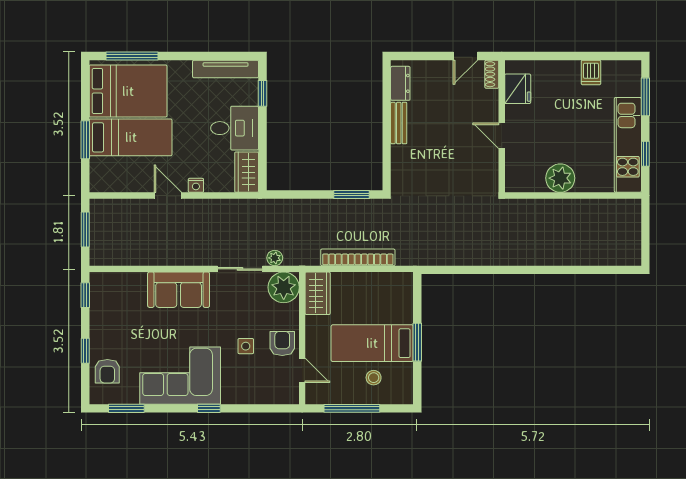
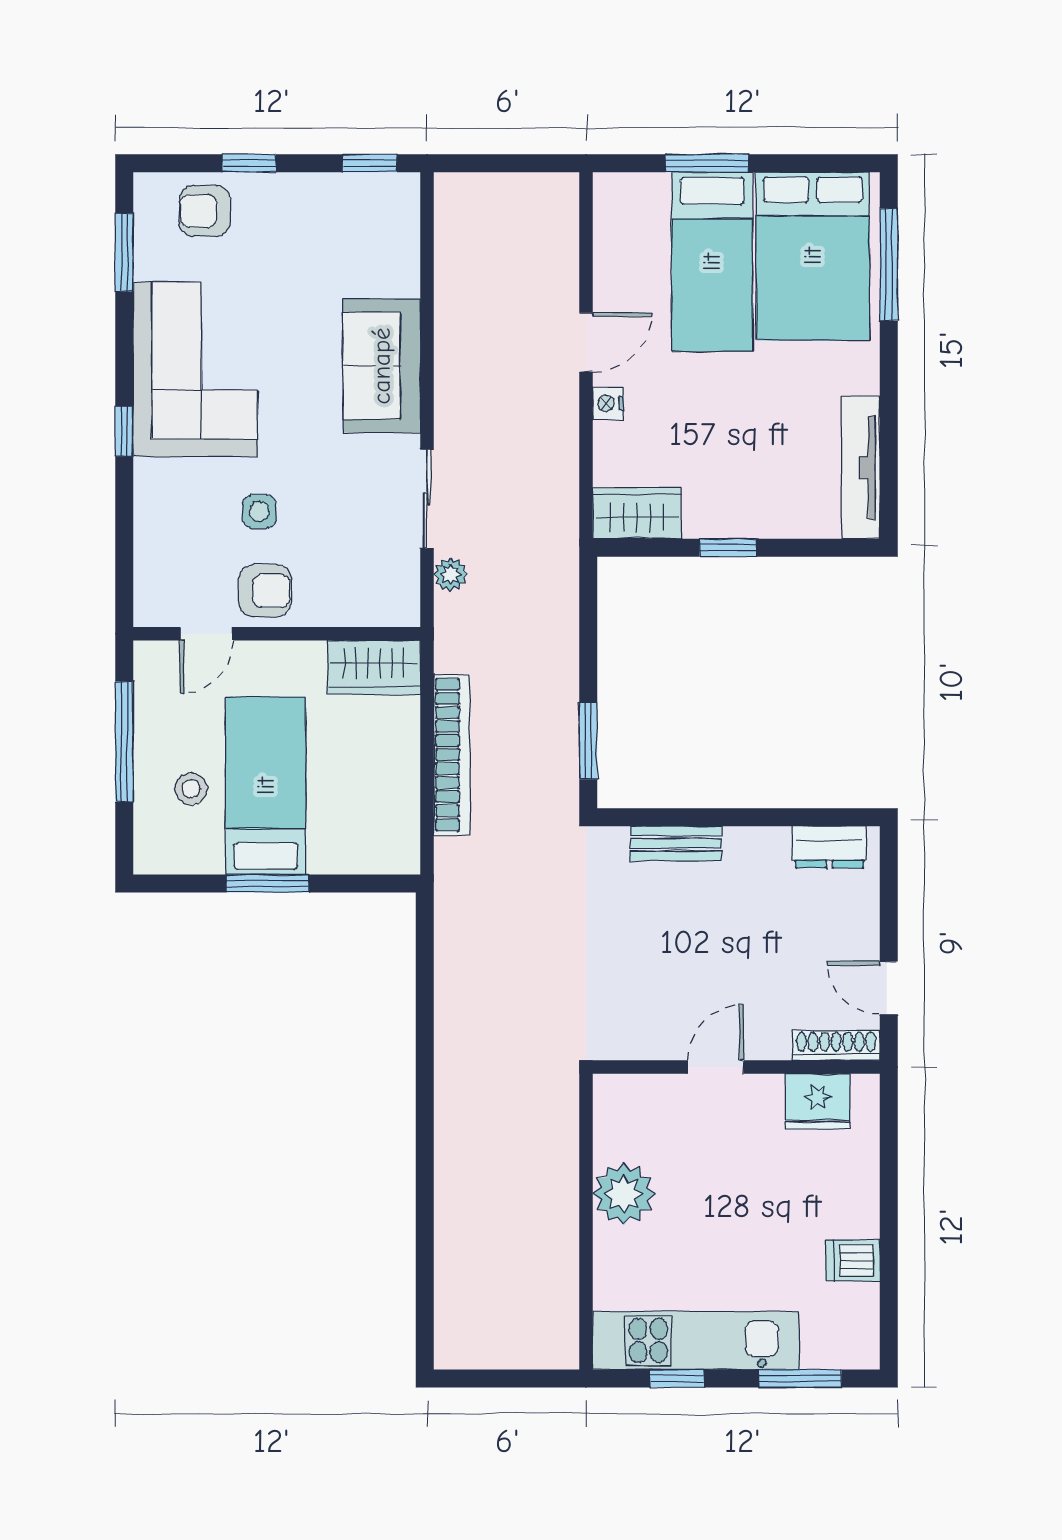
shoe rack: (492, 74) -> (836, 1045), width x1.43
window: (262, 93) -> (728, 548), moved
bench: (399, 123) -> (676, 843), moved
desk: (235, 128) -> (732, 487), removed
window: (85, 230) -> (512, 163), removed
plant: (284, 287) -> (387, 594), removed

